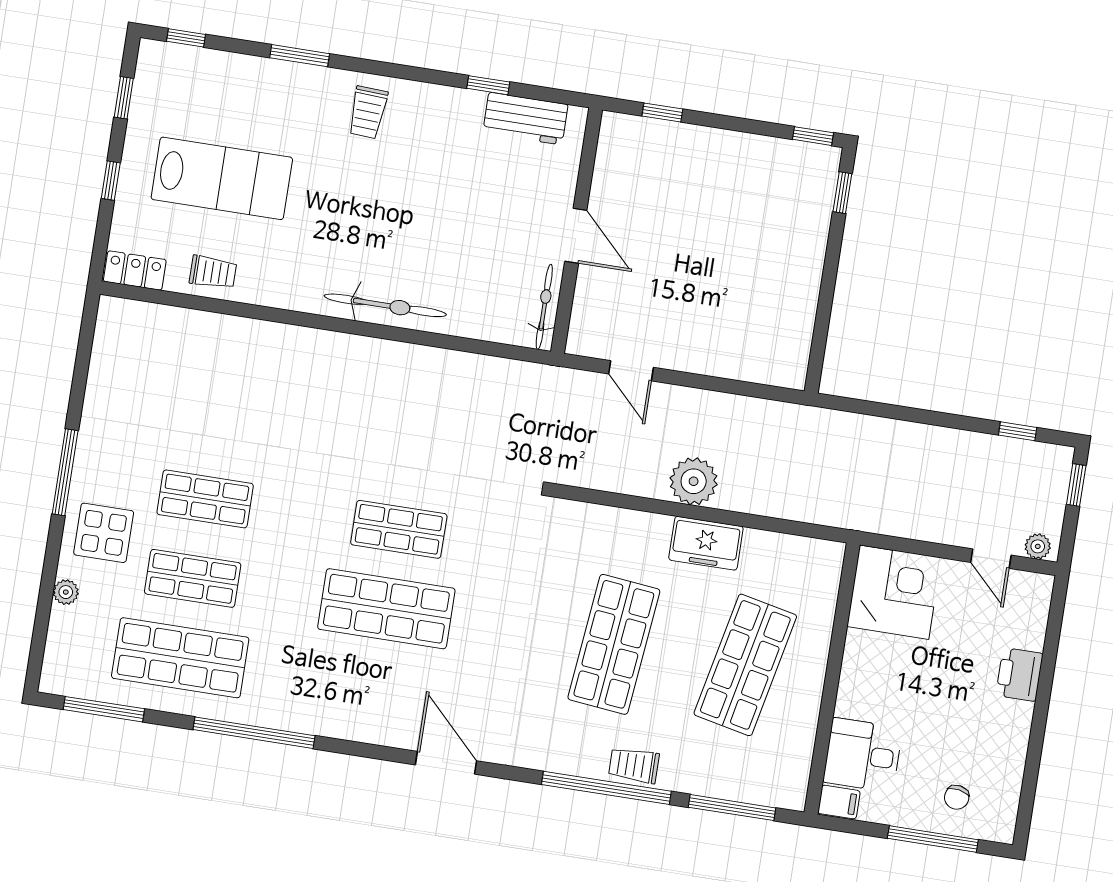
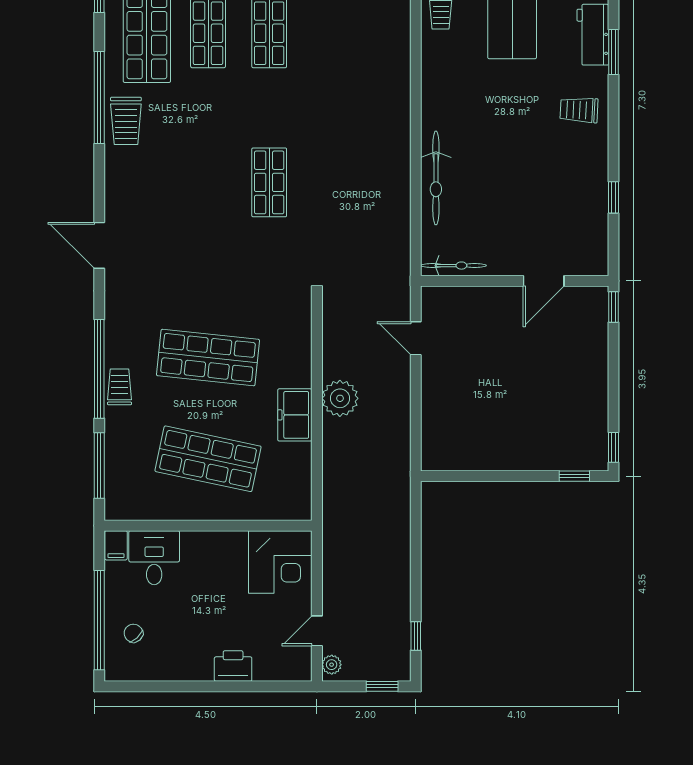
window: (662, 112) -> (613, 307), moved
workbench: (525, 119) -> (593, 35), moved
door: (576, 236) -> (544, 281), moved
bicycle: (385, 305) -> (436, 178), moved
door: (631, 371) -> (416, 338), hinge flipped
shop shelf: (386, 609) -> (208, 182), removed
trolley: (290, 703) -> (126, 121), added
door: (446, 763) -> (99, 245), swing flipped
chair: (957, 797) -> (133, 633), turned 38
window: (933, 839) -> (99, 620), width x1.46

